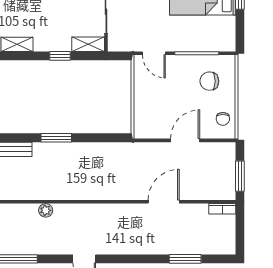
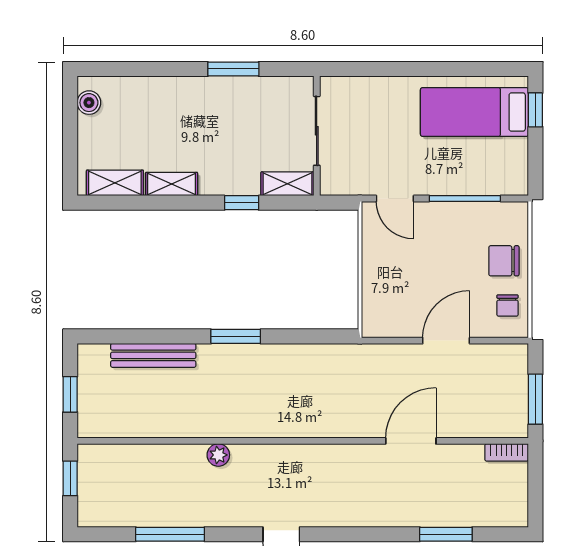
chair: (209, 81) -> (504, 261), moved

